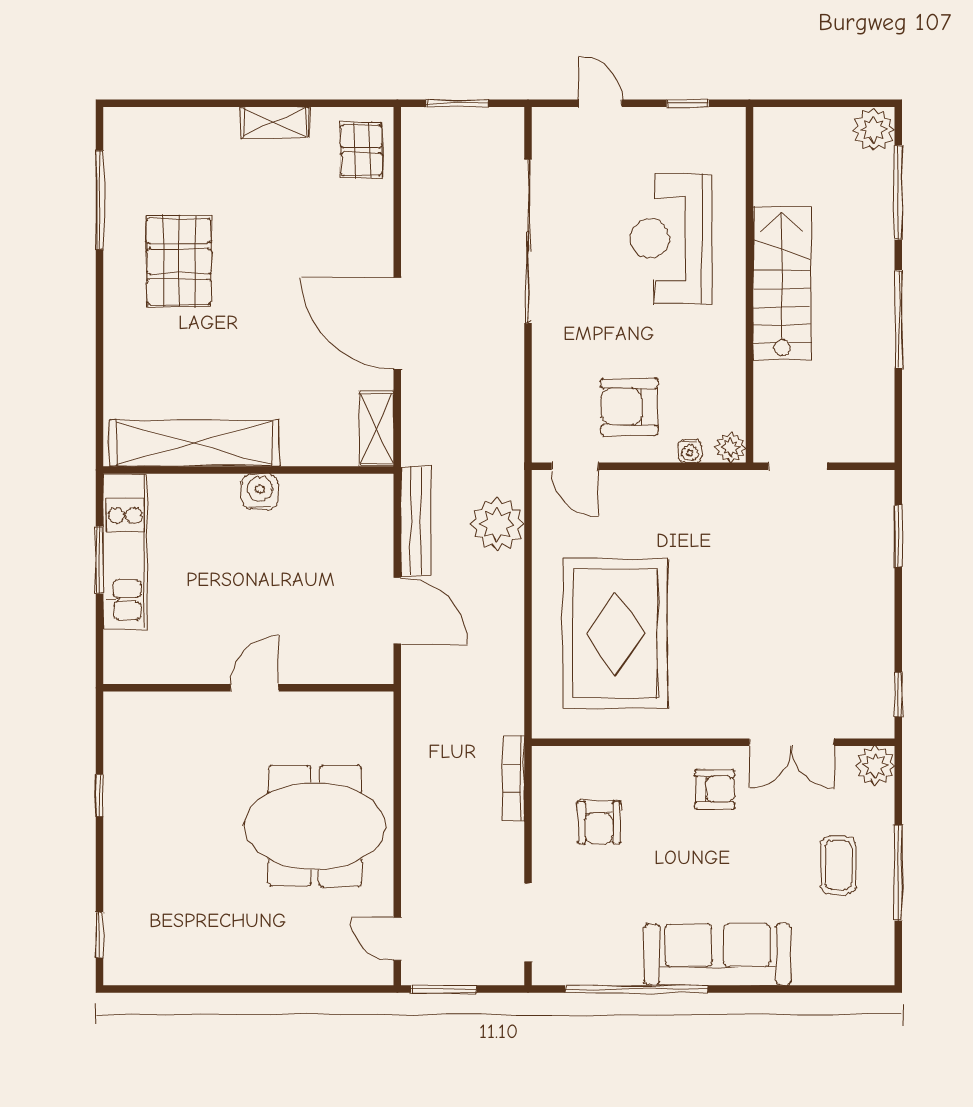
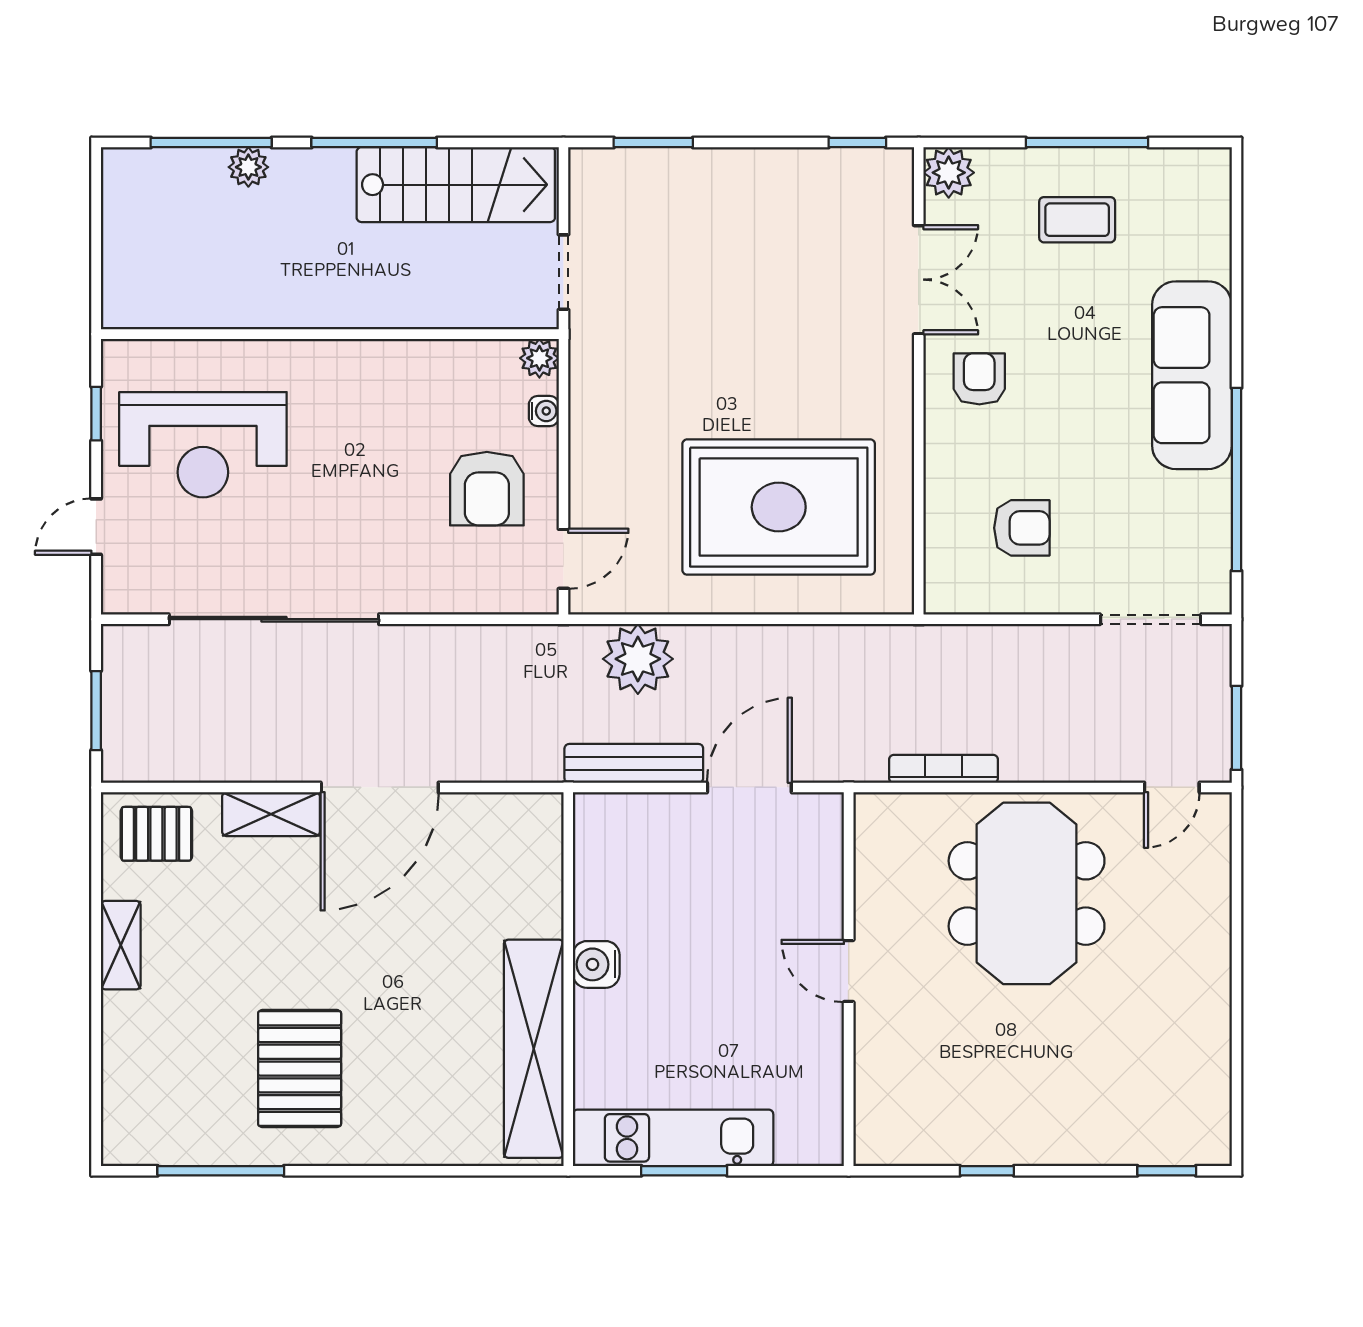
plant: (874, 130) -> (248, 167), moved, width x0.73, depth x0.73
reception desk: (671, 239) -> (203, 445), moved
pallet: (179, 261) -> (300, 1069), turned 90
stairs: (782, 283) -> (456, 185), moved, turned 180
shelving: (377, 428) -> (271, 814), moved
bookcase: (514, 778) -> (943, 769), moved, turned 180

